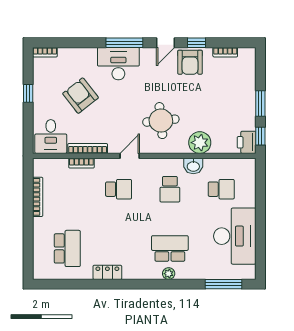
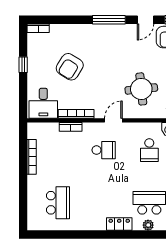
desk: (118, 64) -> (103, 38), removed
armchair: (80, 96) -> (70, 67), turned -110
locker: (107, 272) -> (119, 224), moved

